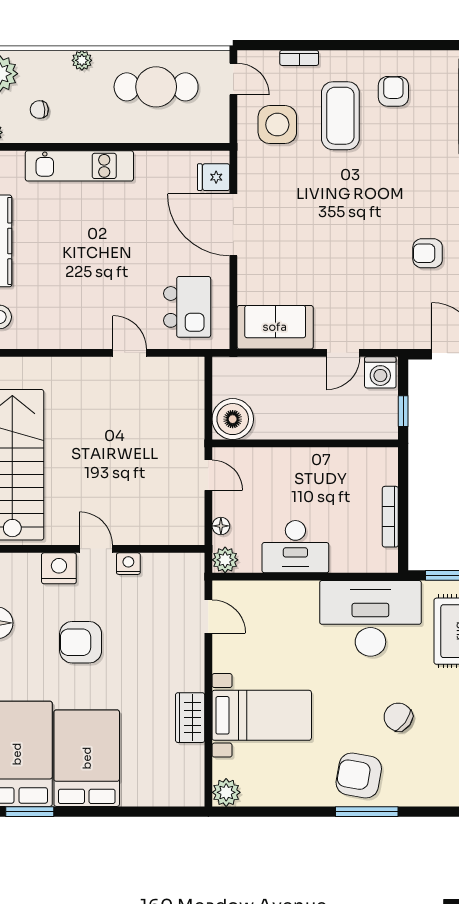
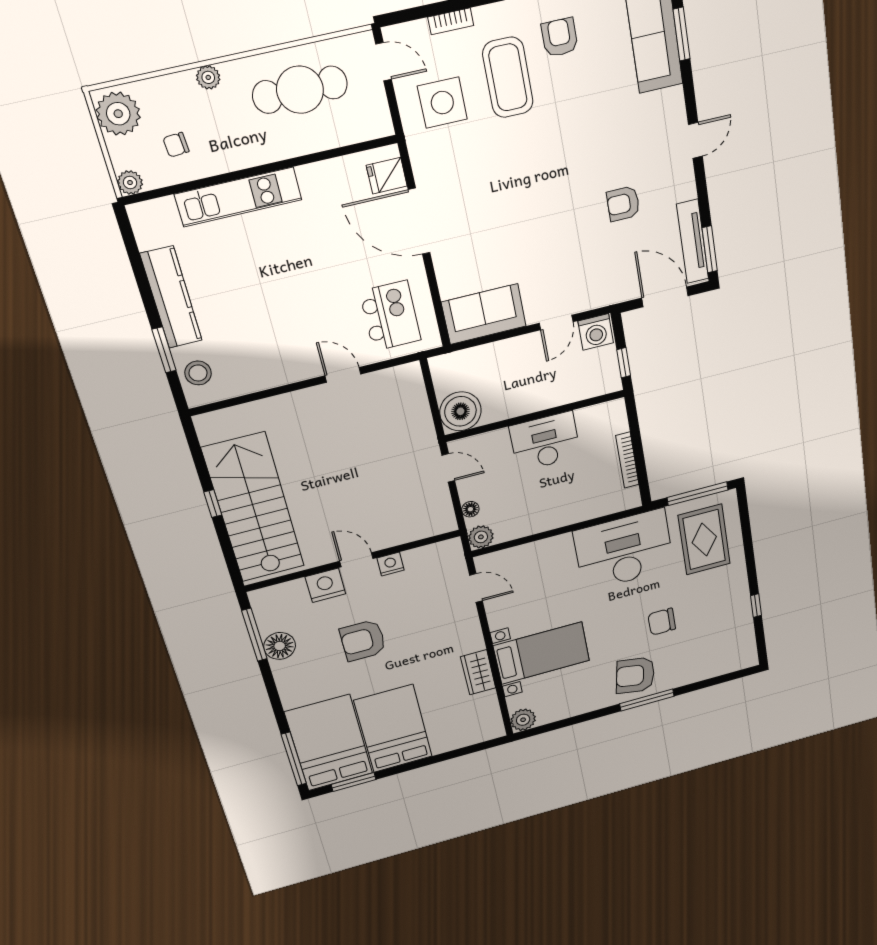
desk: (295, 547) -> (545, 442), moved, turned 180
chair: (398, 717) -> (662, 622), turned -36

